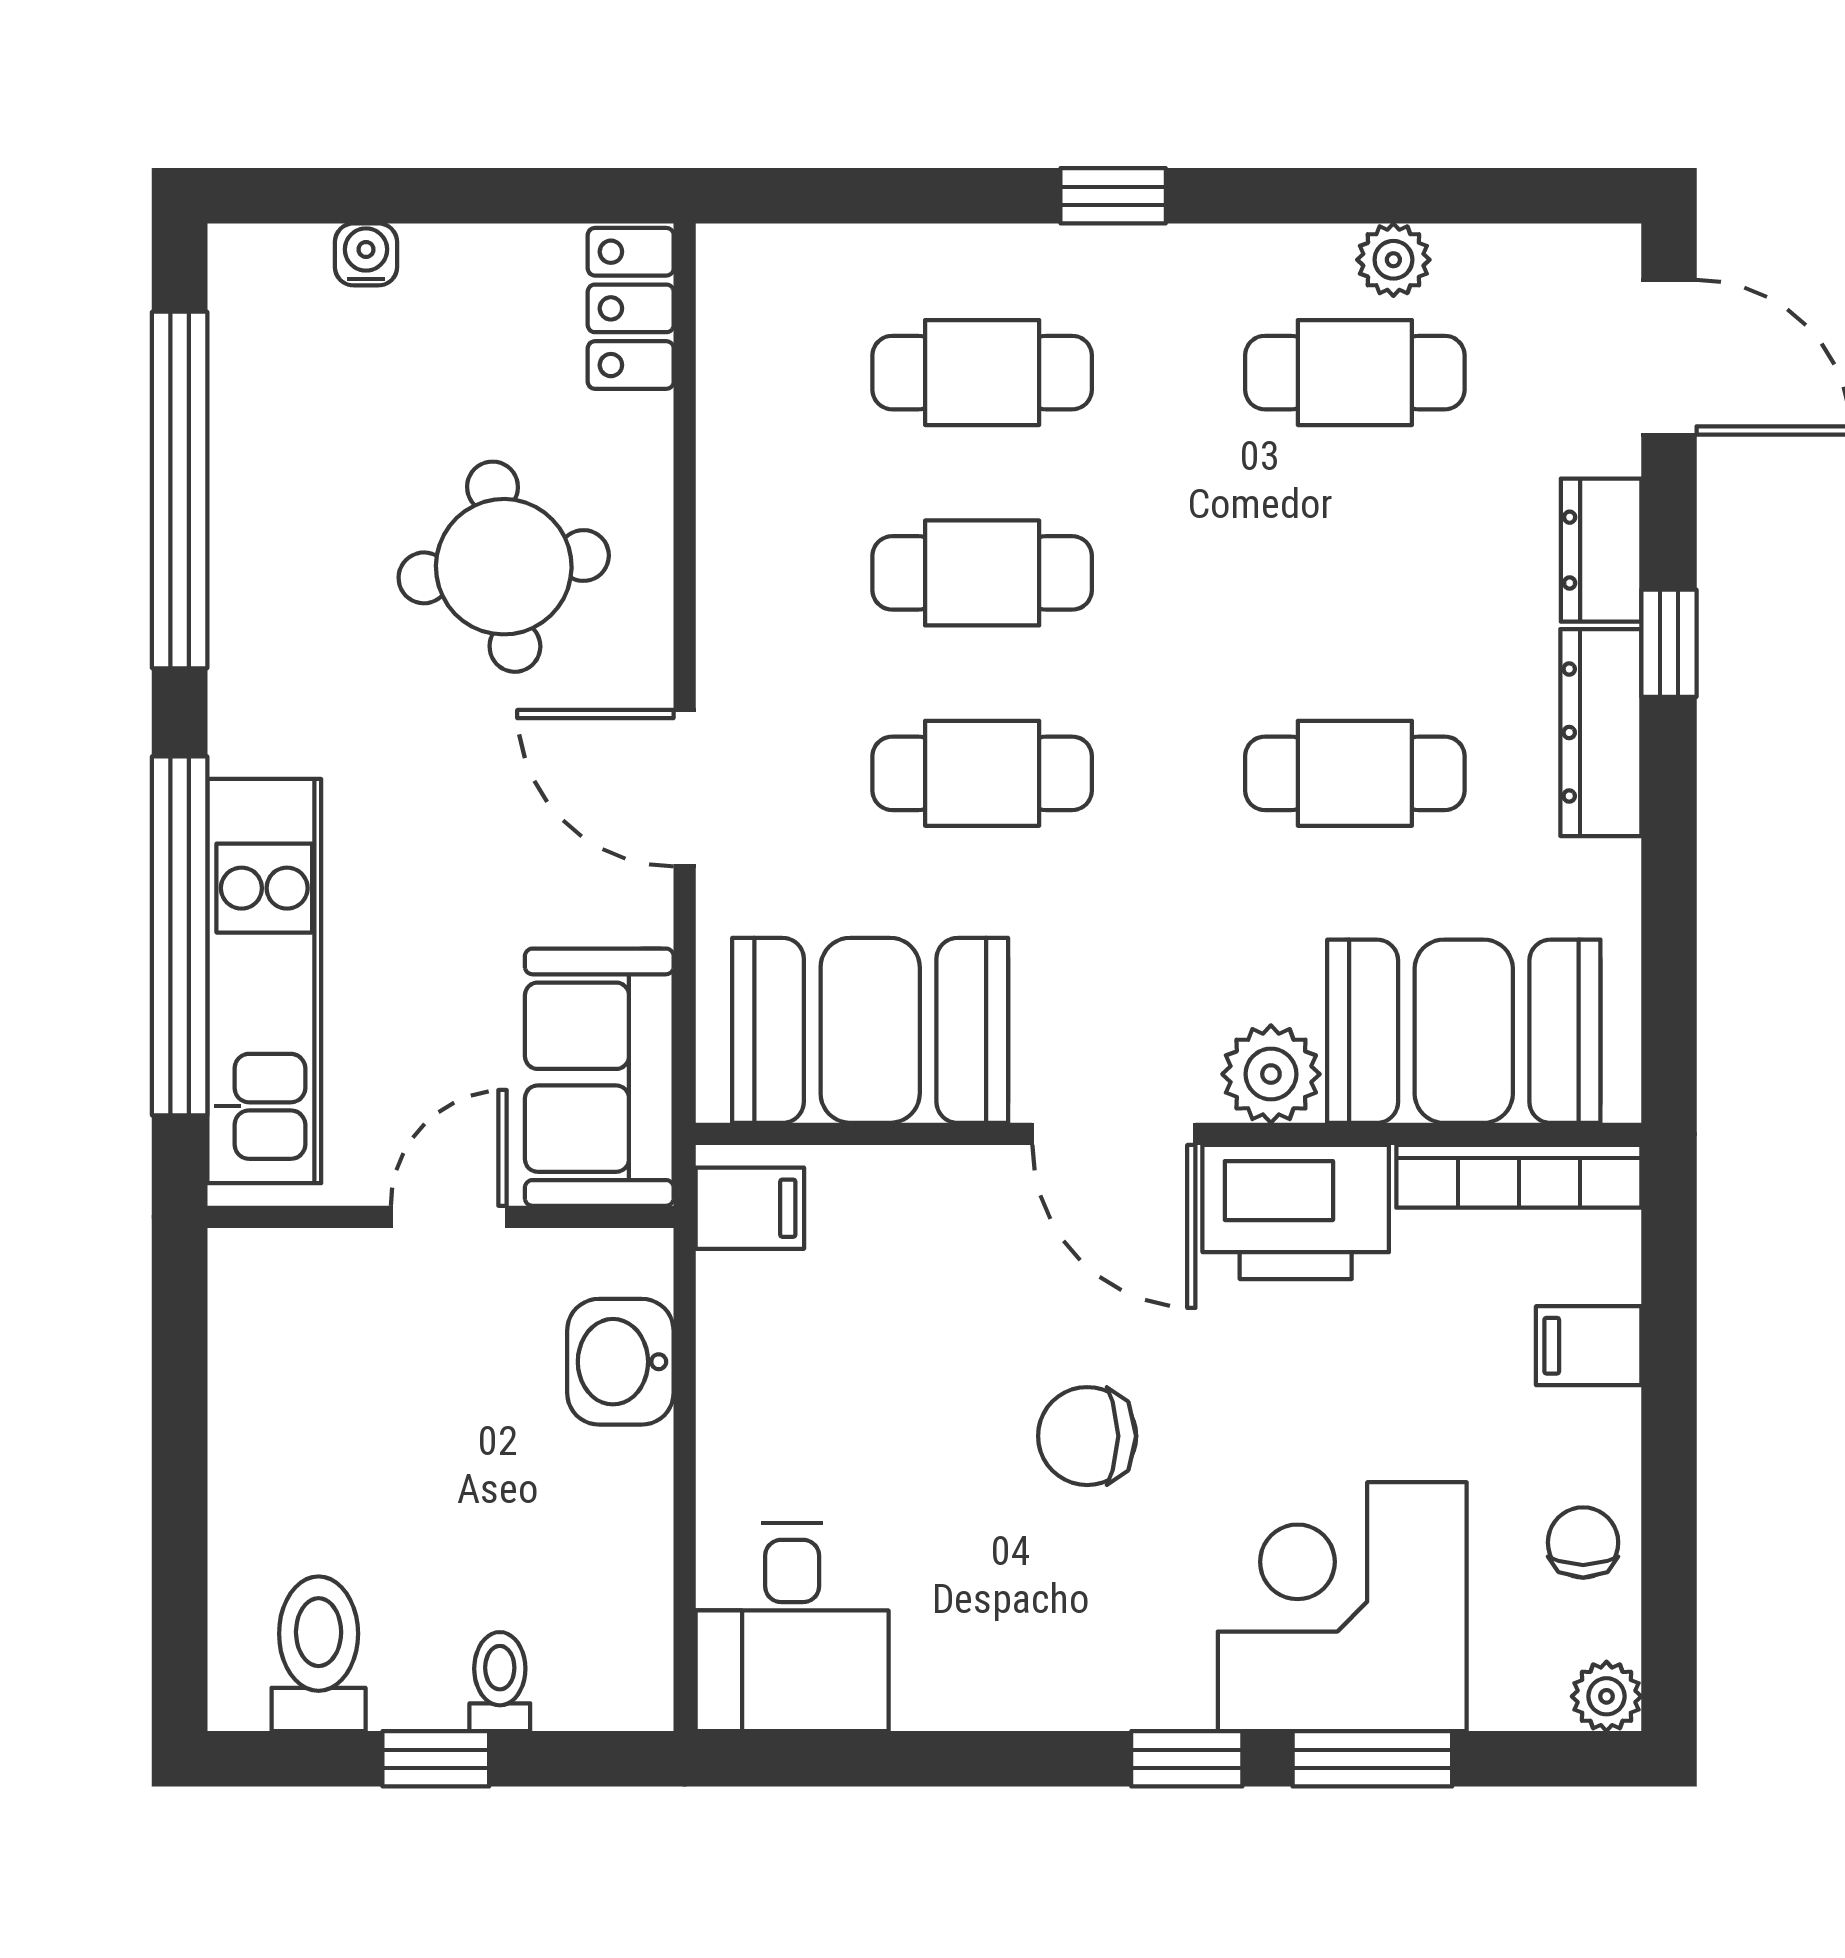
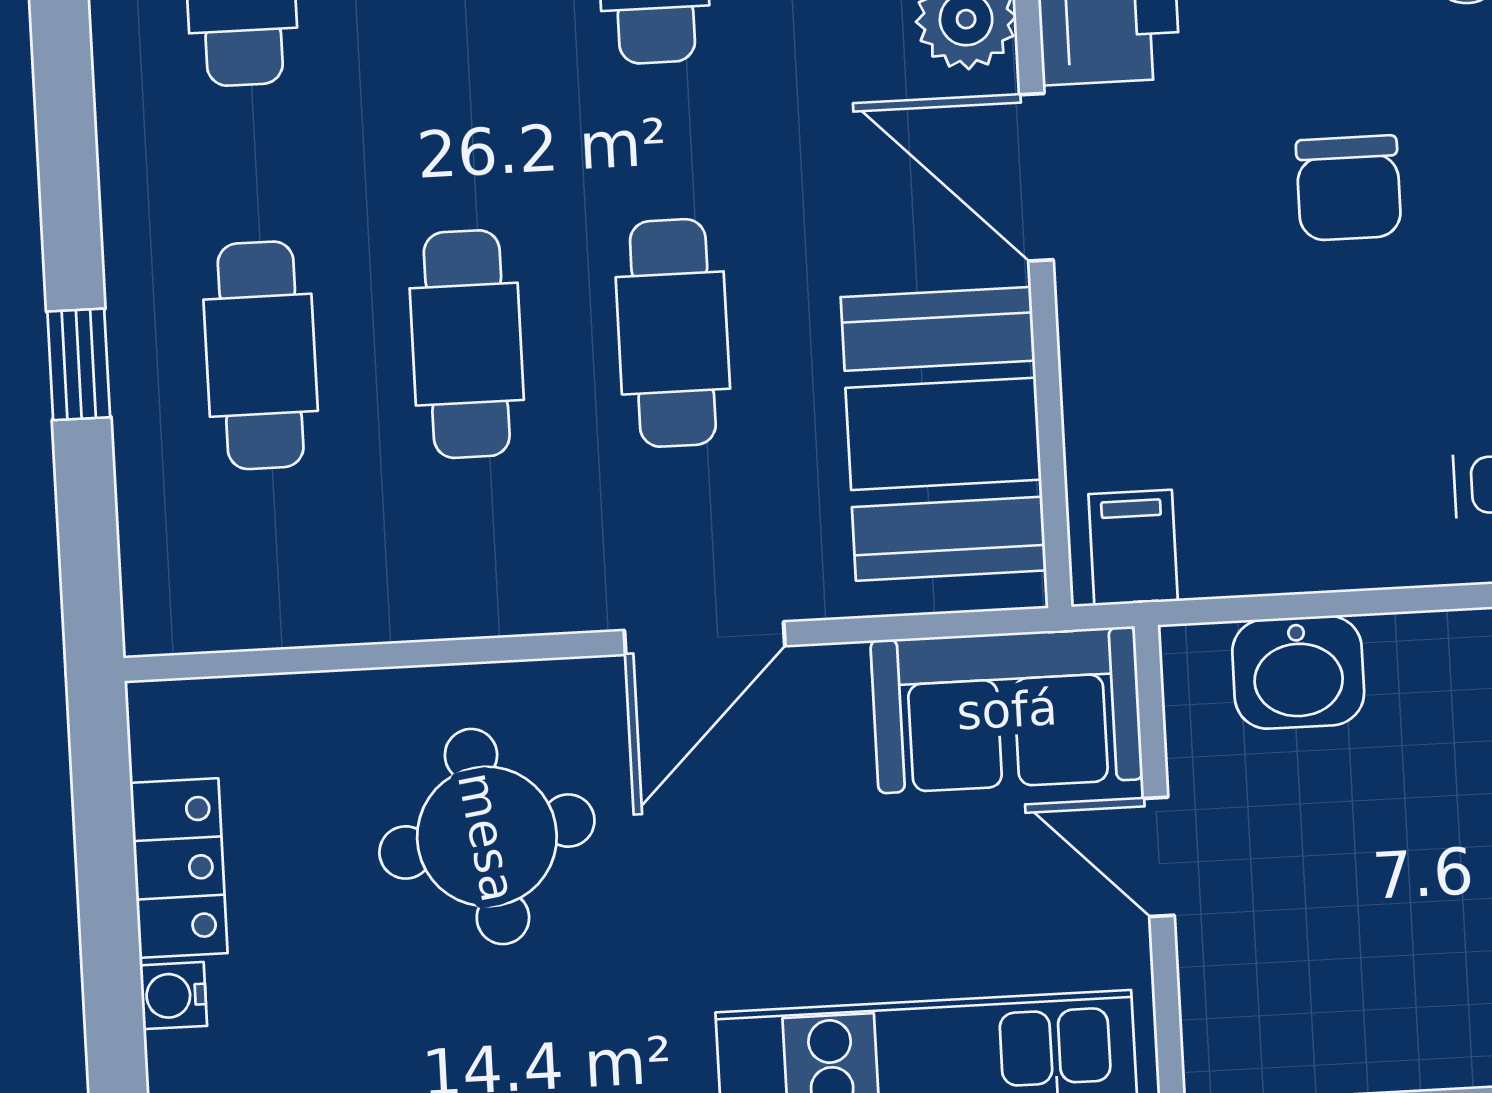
window: (1113, 196) -> (79, 364), moved
locker: (631, 308) -> (179, 868), moved, turned -90
door: (1114, 1134) -> (1036, 177), swing flipped

